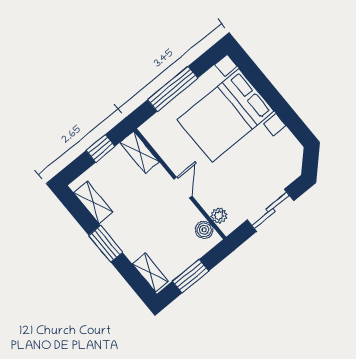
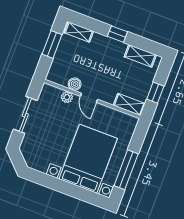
window: (173, 89) -> (126, 170), moved
plant: (219, 215) -> (67, 97), moved
boiler: (204, 230) -> (75, 84), moved
window: (106, 244) -> (117, 34), width x0.67

